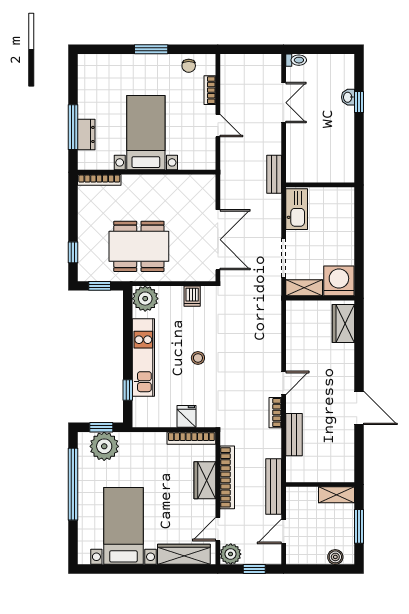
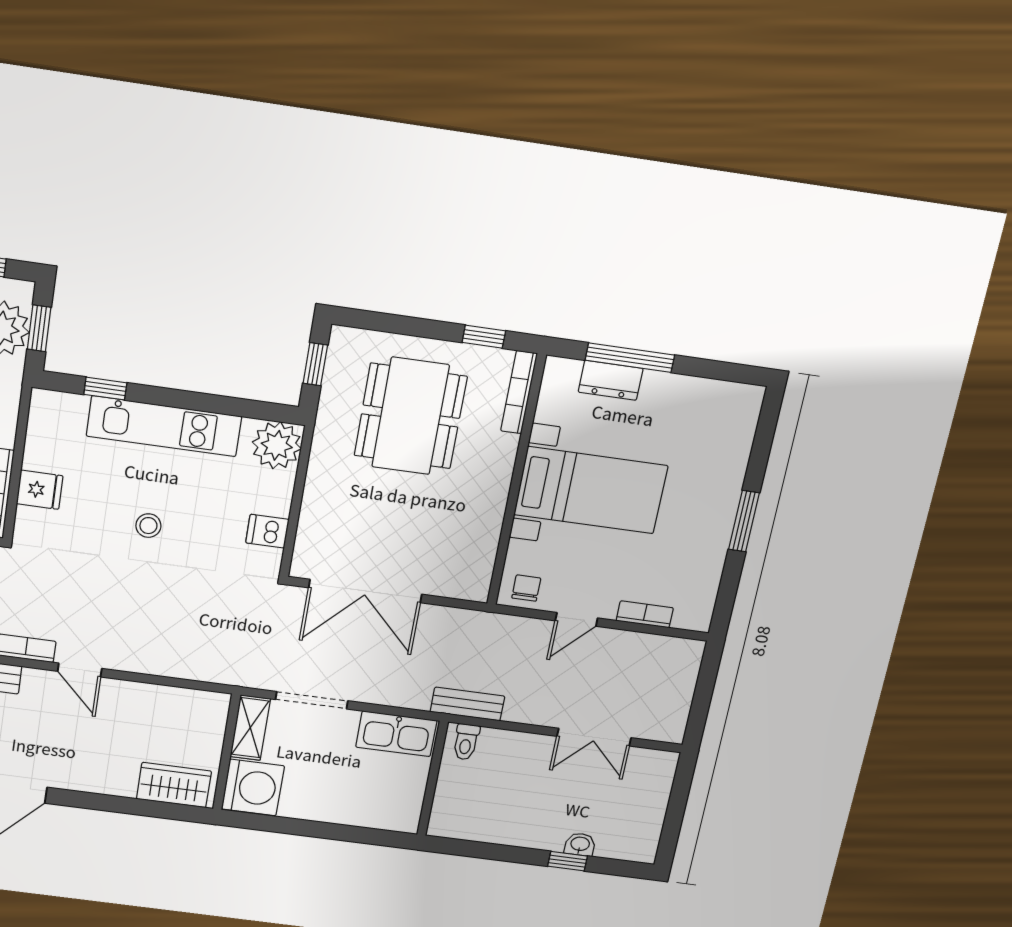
toilet: (296, 60) -> (466, 742), moved
chair: (189, 66) -> (526, 588), moved, turned 90
dining table: (139, 246) -> (411, 416), moved
window: (73, 252) -> (484, 337), moved

